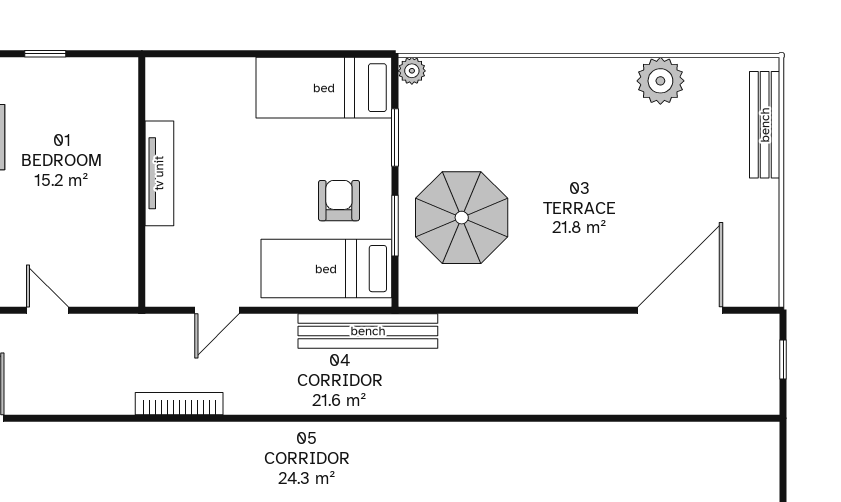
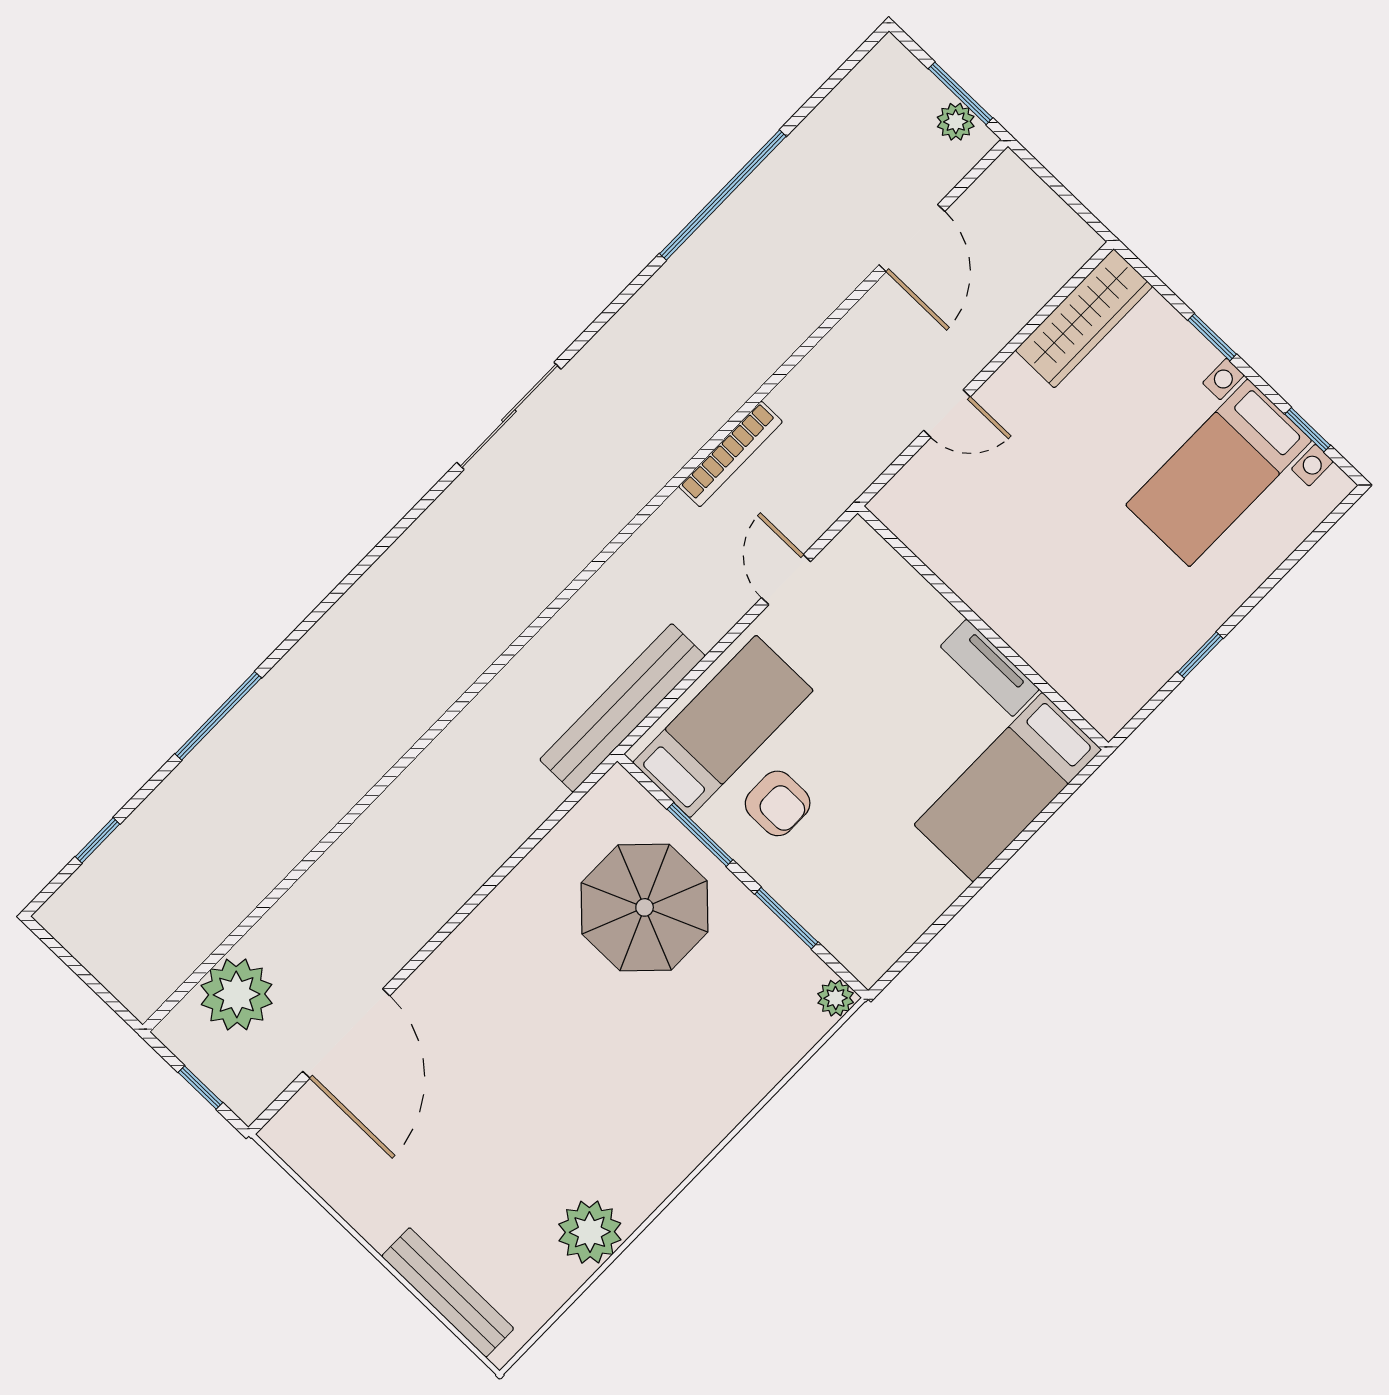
bed: (324, 88) -> (1008, 787), moved, turned 180
tv unit: (159, 173) -> (990, 668), width x0.71
plant: (716, 388) -> (237, 994), added

